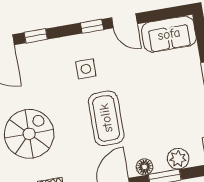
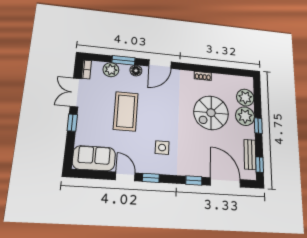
coffee table: (106, 118) -> (126, 111), moved

